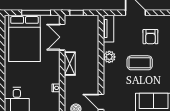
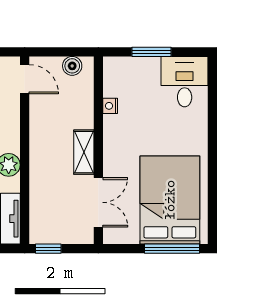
window: (36, 13) -> (172, 249), moved
window: (77, 13) -> (48, 249), moved

